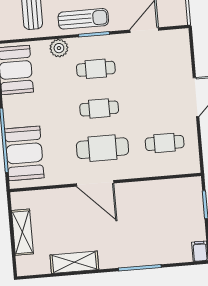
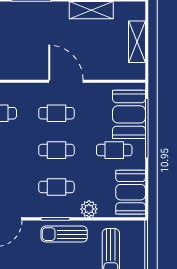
cafe table: (37, 114) -> (114, 150), added
cafe table: (102, 148) -> (56, 113), width x0.73, depth x0.74

